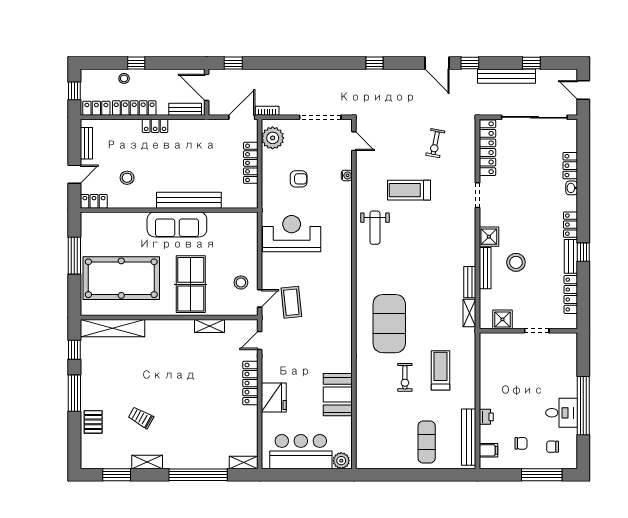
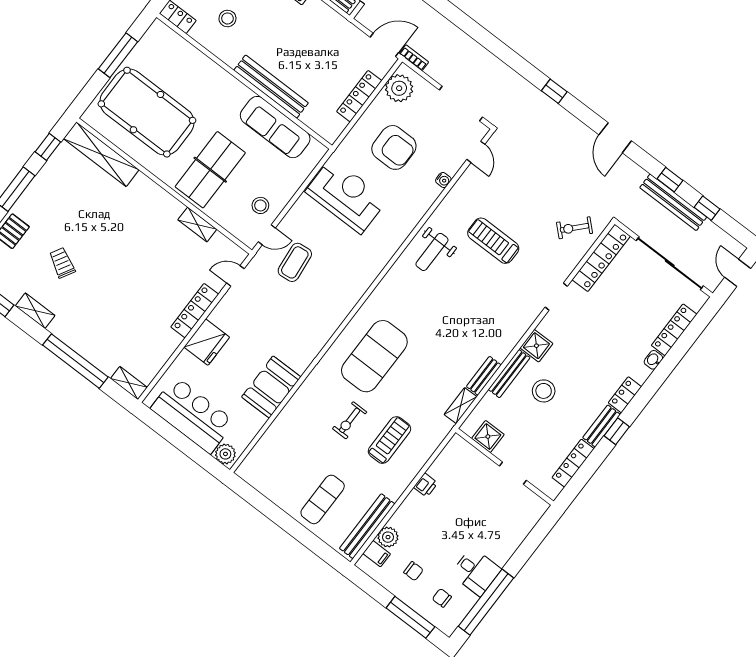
window: (470, 63) -> (670, 180), moved
exercise bike: (435, 143) -> (575, 228), moved, turned 32
locker: (570, 166) -> (674, 330), width x1.53
armchair: (299, 179) -> (394, 147), width x1.88, depth x1.88
sofa: (177, 224) -> (275, 127), moved
window: (583, 406) -> (486, 602), moved
printer: (486, 417) -> (426, 485), moved
plant: (488, 434) -> (388, 537), added

